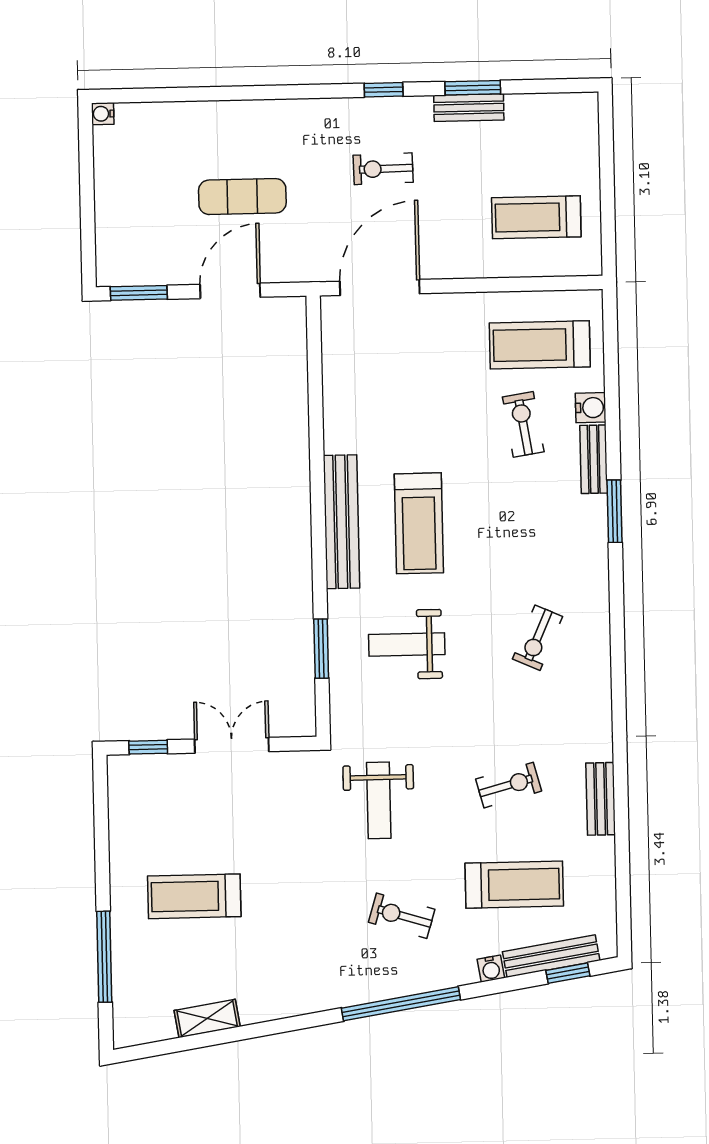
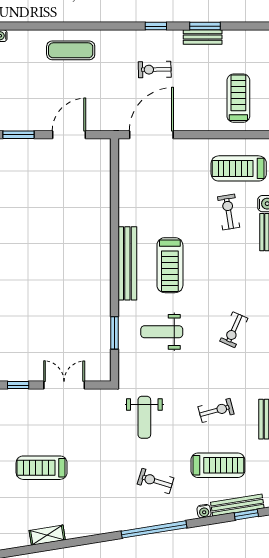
exercise mat: (242, 197) -> (71, 50), moved
treadmill: (536, 217) -> (238, 98), turned 90

